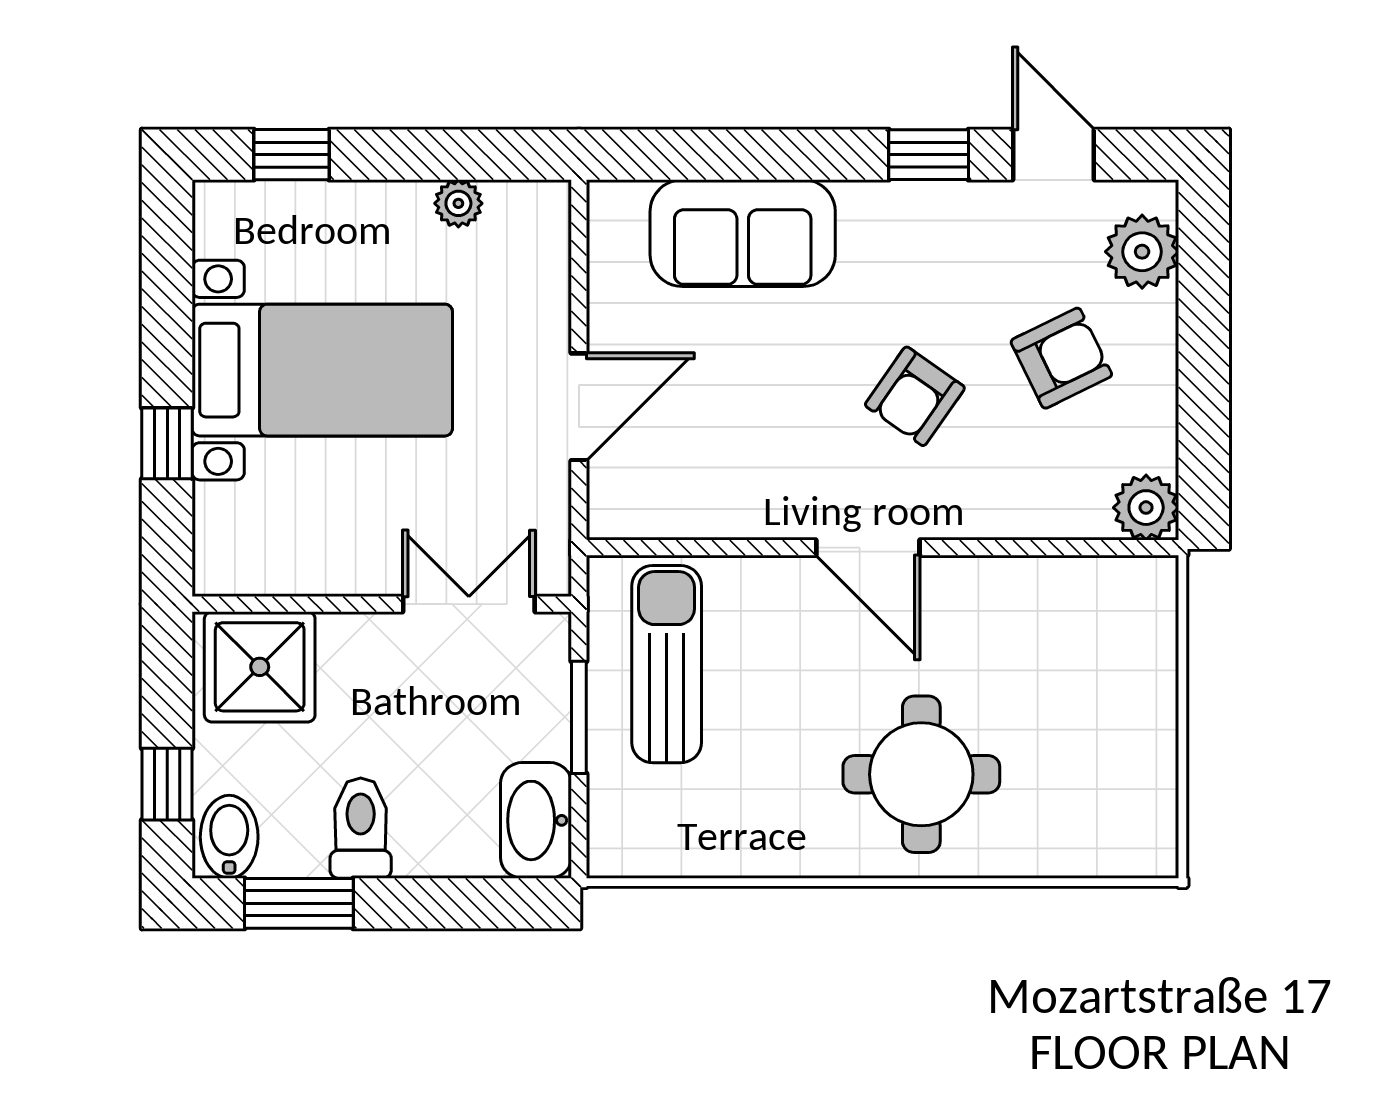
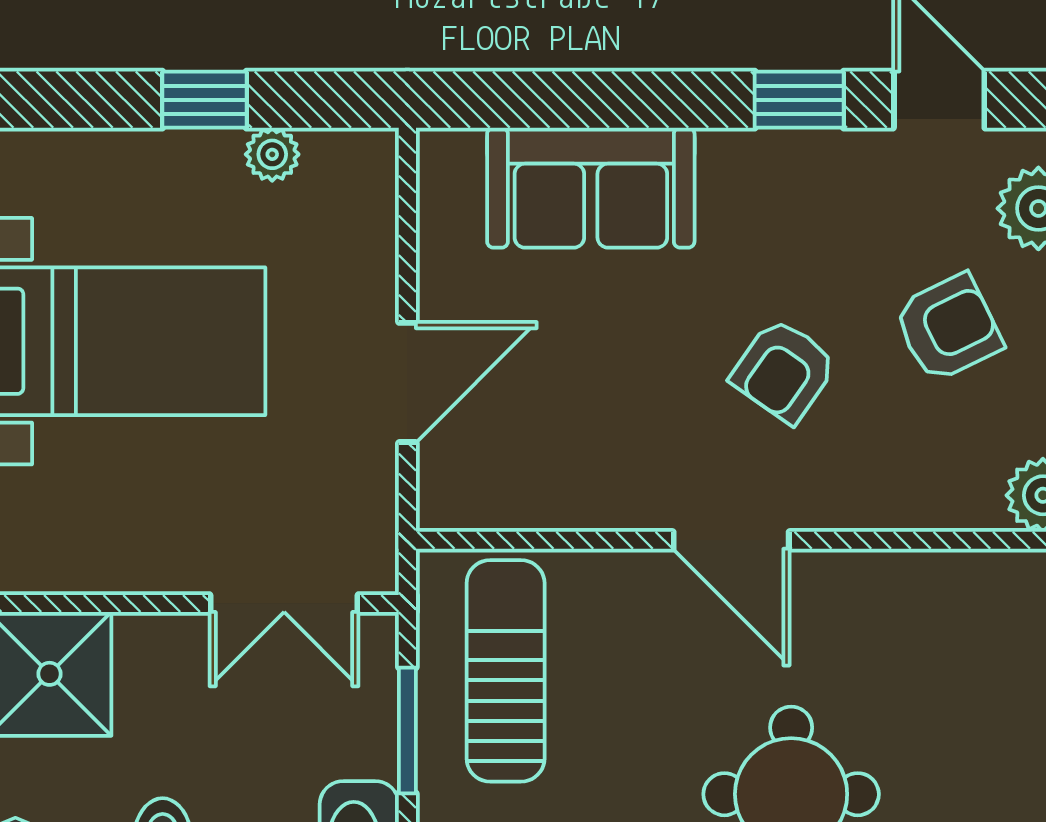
window: (291, 155) -> (204, 100), moved
double door: (469, 604) -> (284, 603), swing flipped

